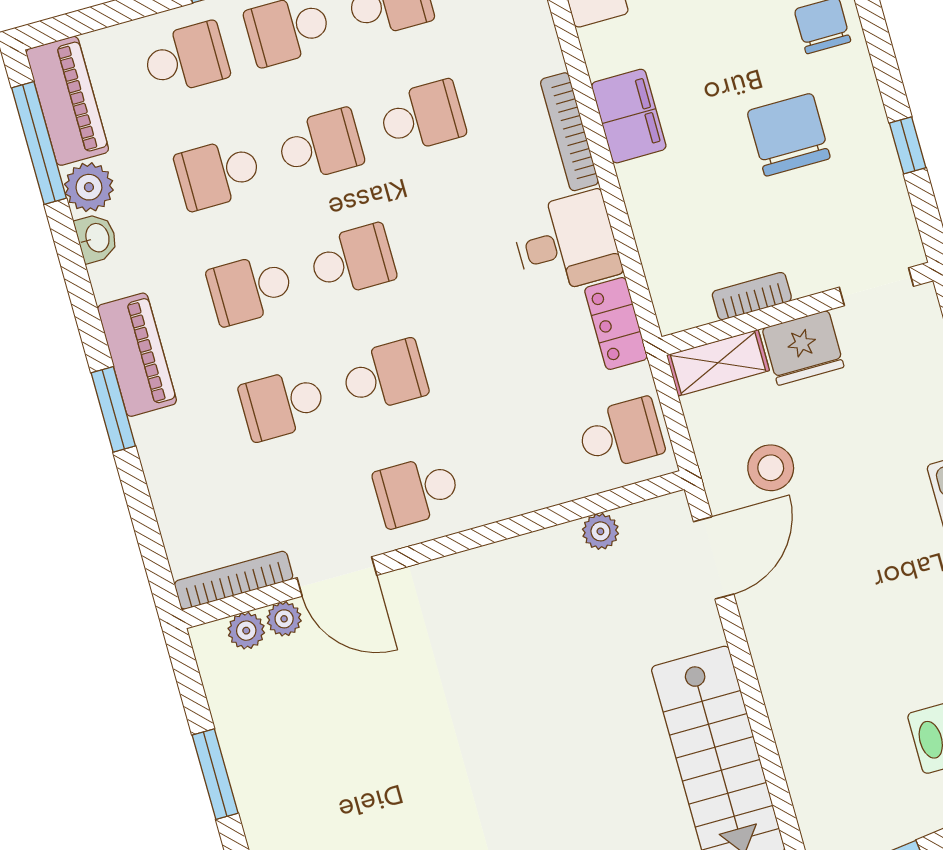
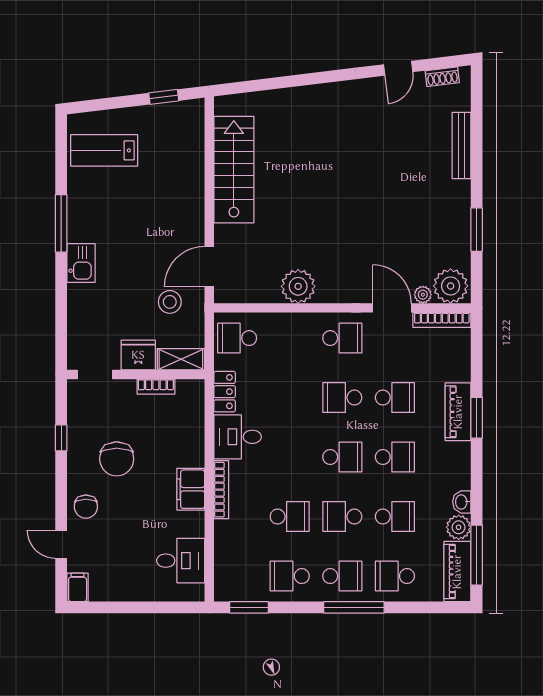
school desk: (422, 117) -> (290, 517), turned 180
school desk: (352, 260) -> (342, 457), turned 180
piano: (137, 355) -> (458, 412), moved
plant: (600, 531) -> (298, 286), moved, width x1.88, depth x1.88
plant: (246, 631) -> (451, 286), width x1.87, depth x1.87

